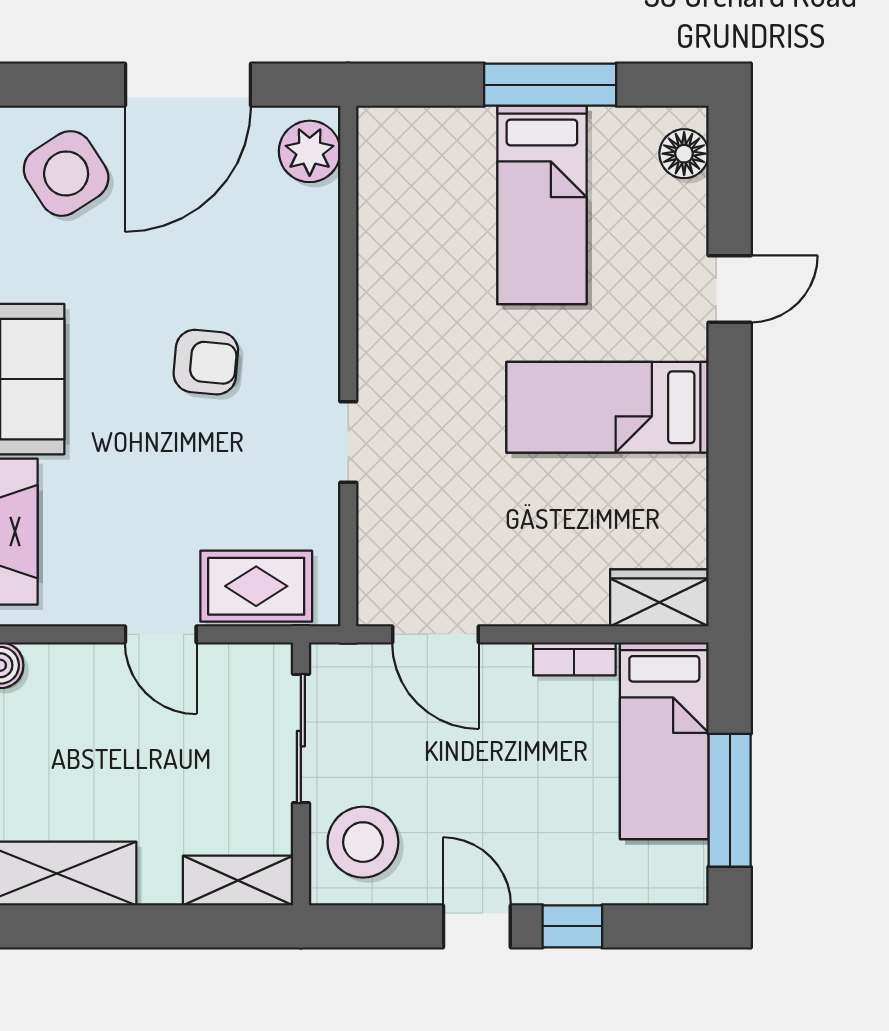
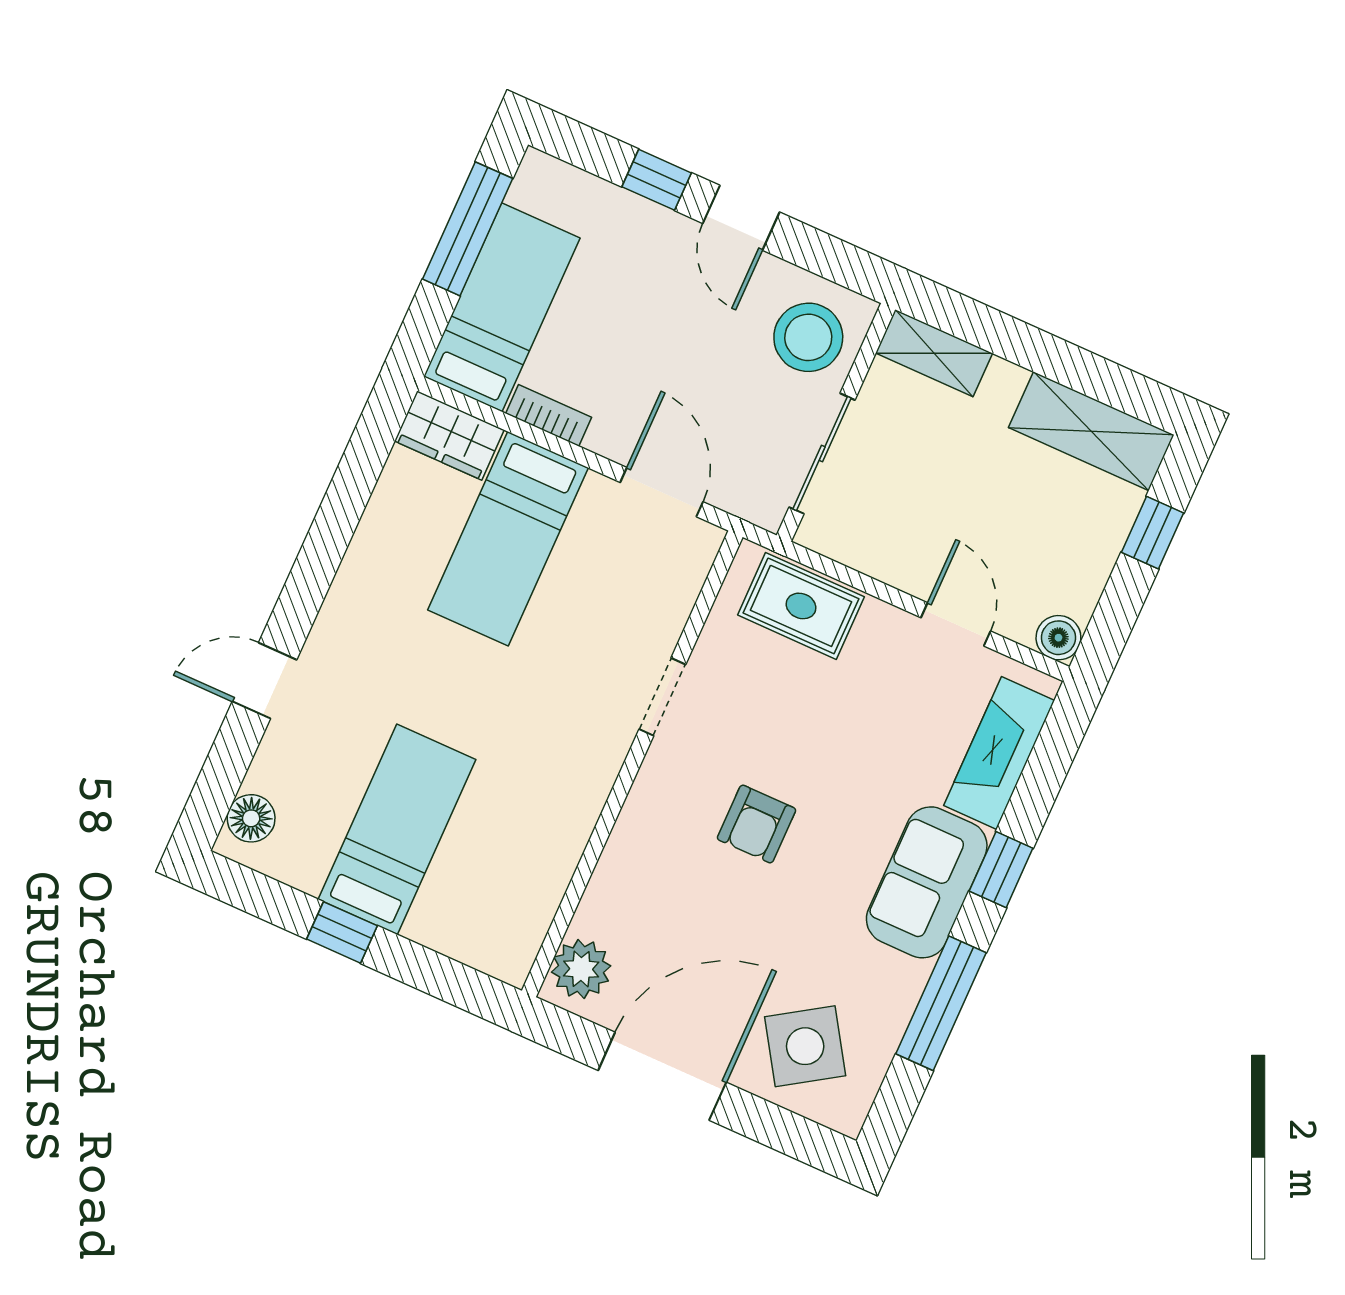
window: (550, 85) -> (342, 932), width x0.46
armchair: (206, 362) -> (756, 824), turned -95
bed: (608, 407) -> (508, 539), moved, turned 90
door: (161, 634) -> (956, 624), moved

